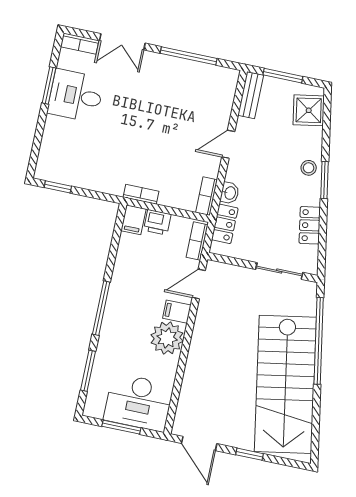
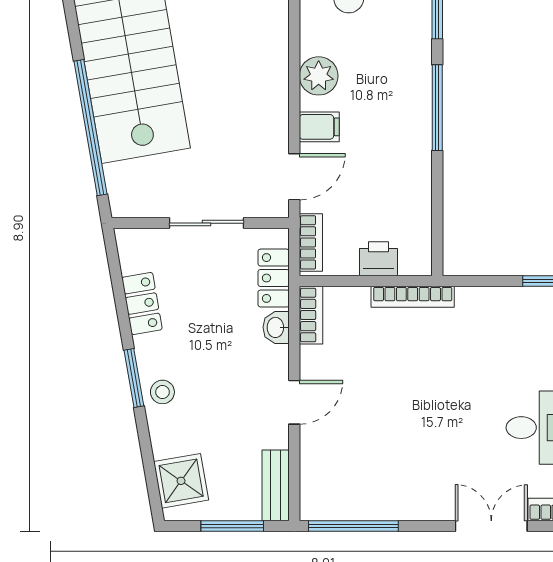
window: (189, 56) -> (353, 526), moved
bookcase: (141, 194) -> (413, 297), width x1.56
filing cabinet: (134, 220) -> (416, 255), removed
sliding door: (279, 271) -> (207, 223), moved
plant: (167, 338) -> (319, 76), width x0.73, depth x0.73

